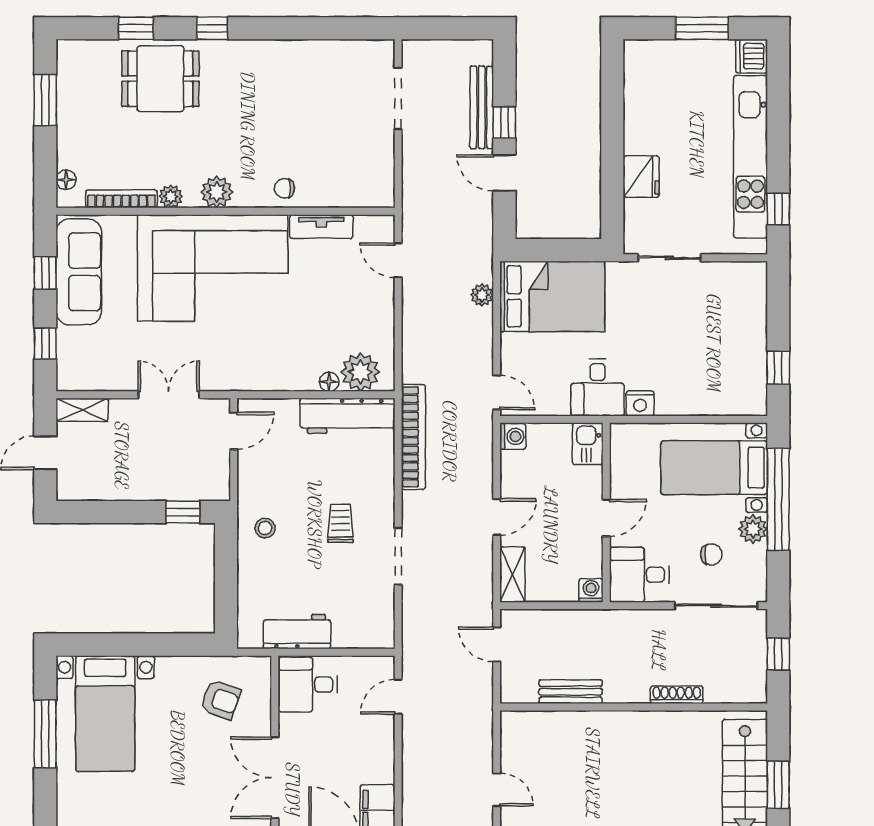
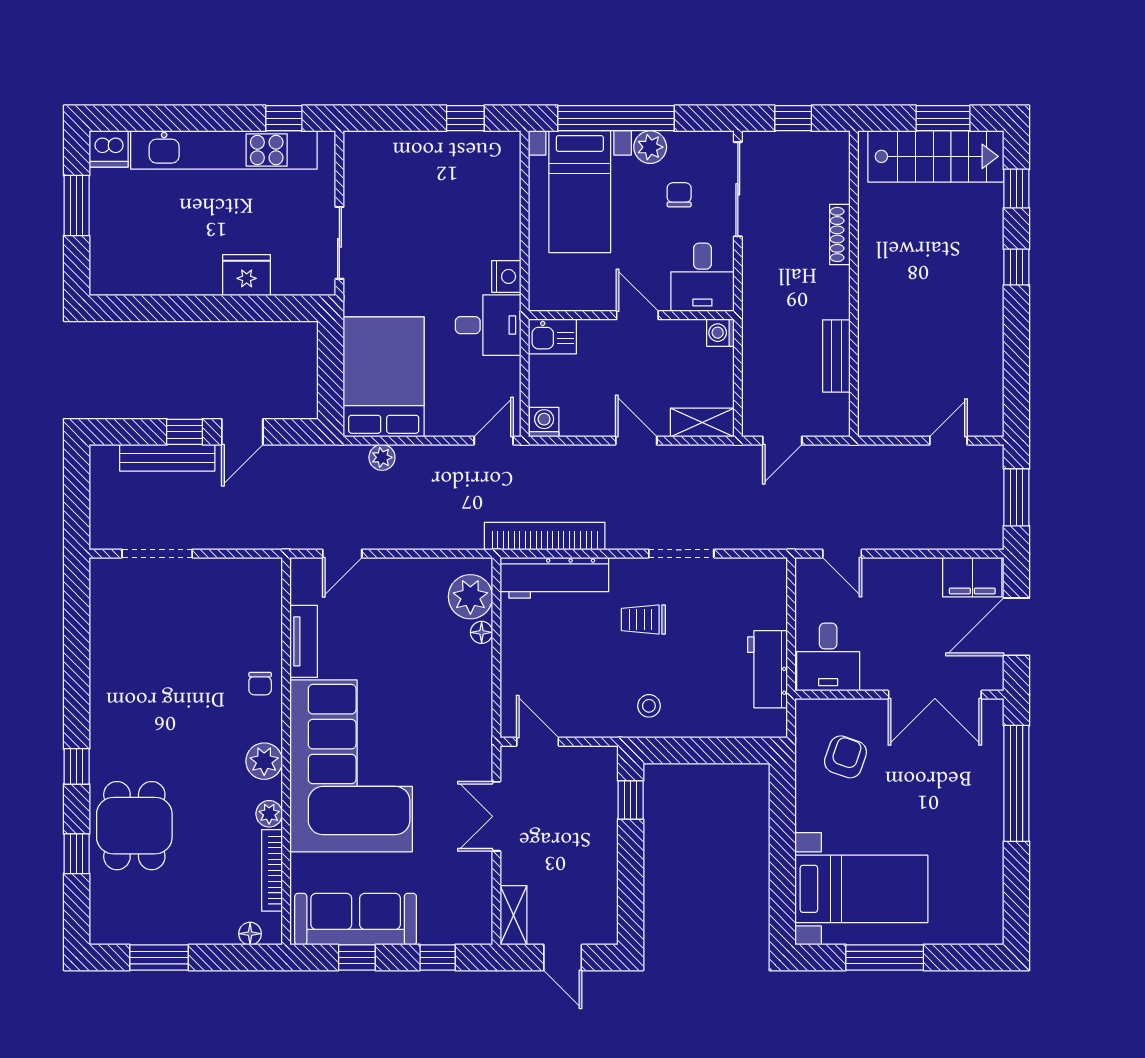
workbench: (347, 416) -> (554, 578), moved, turned 90

